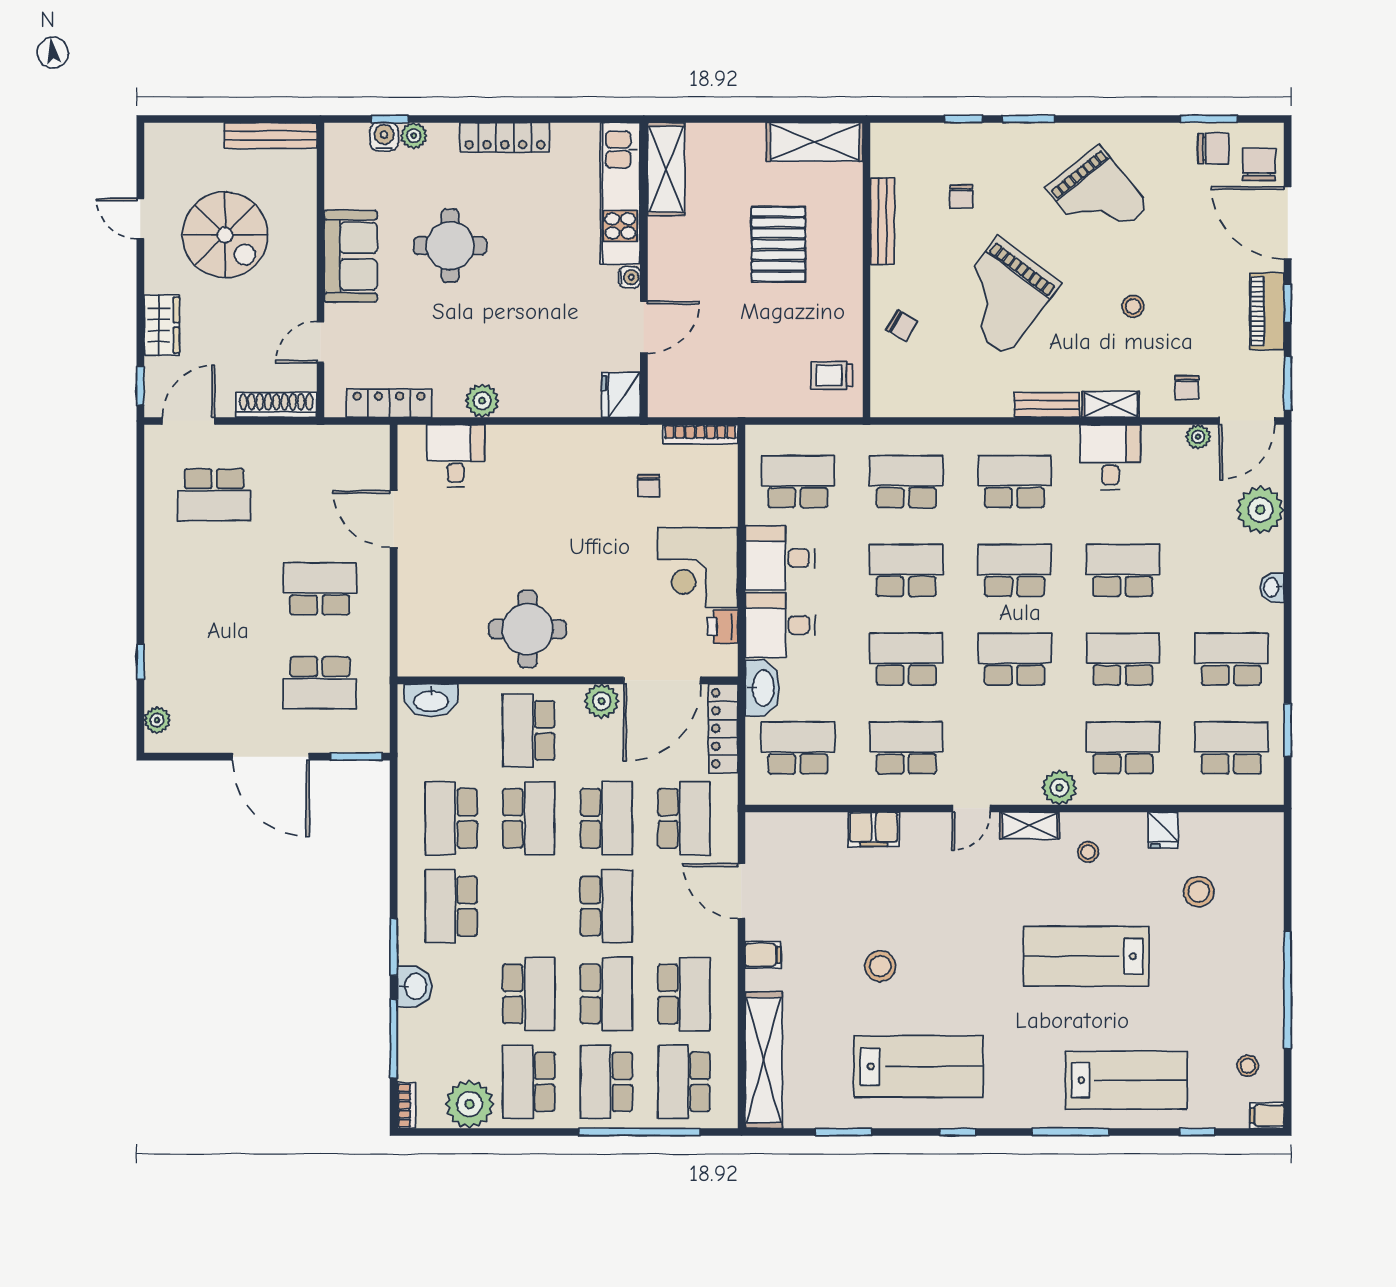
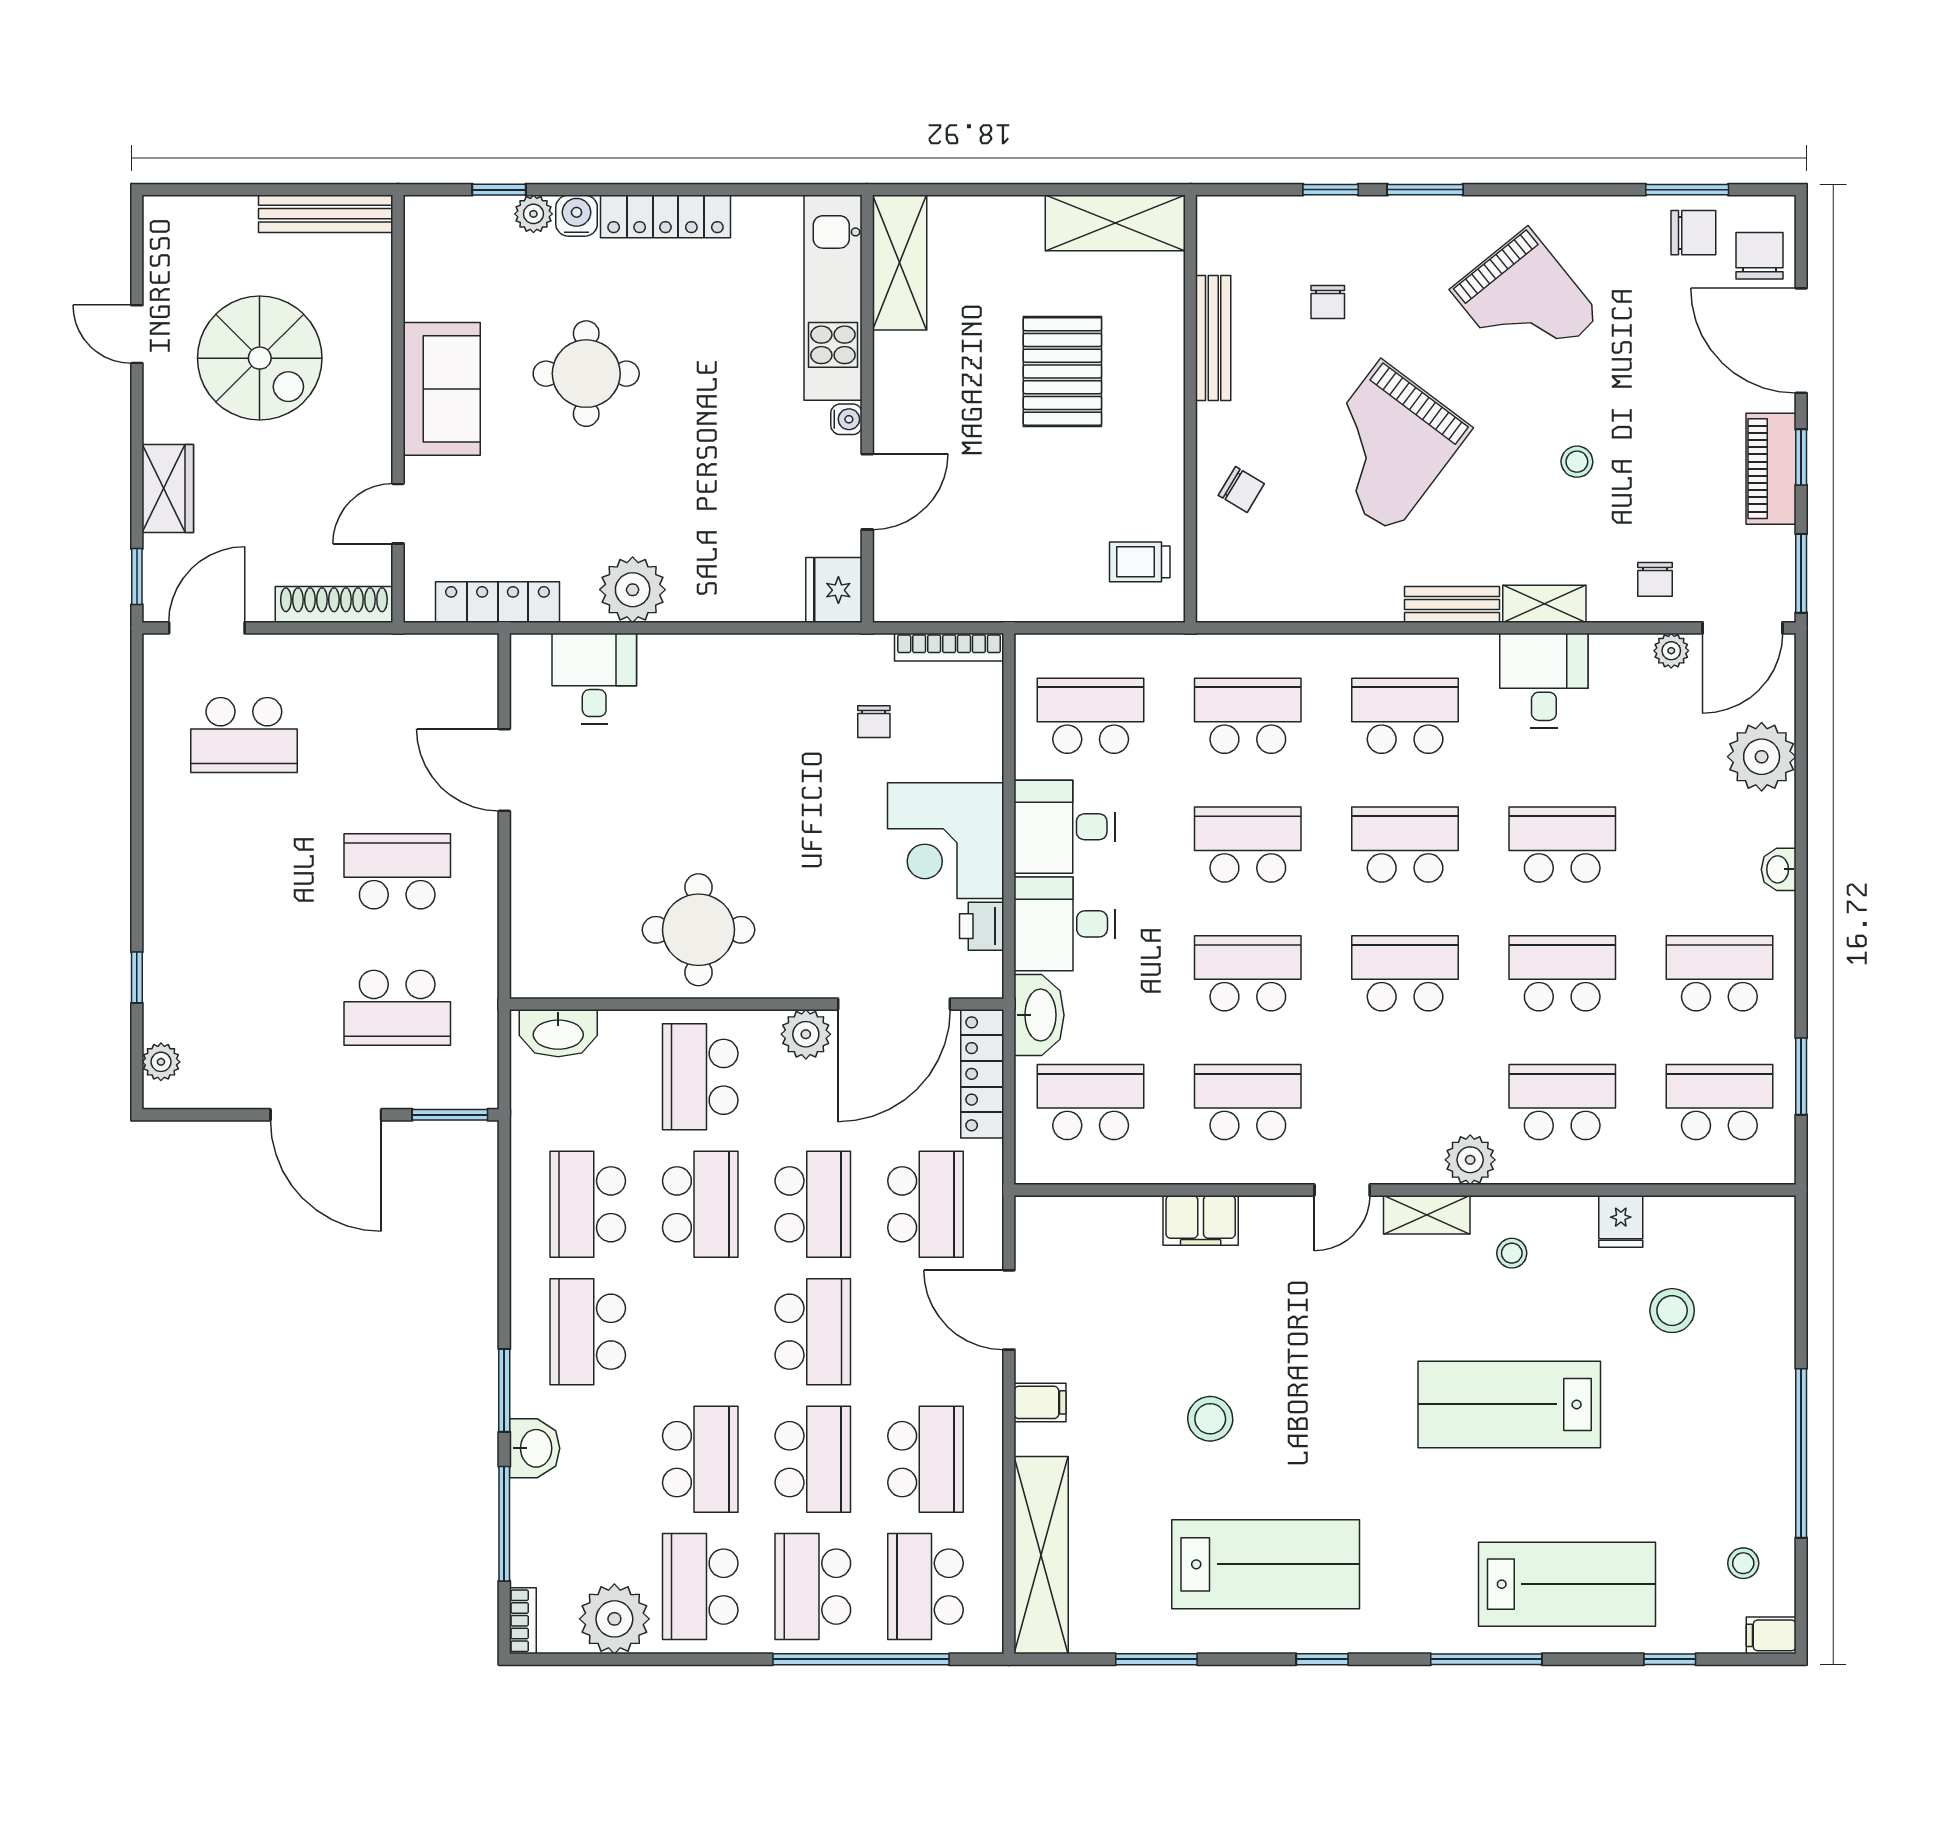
water cooler: (384, 137) -> (577, 216), moved
plant: (482, 401) -> (633, 590), width x1.36, depth x1.36

